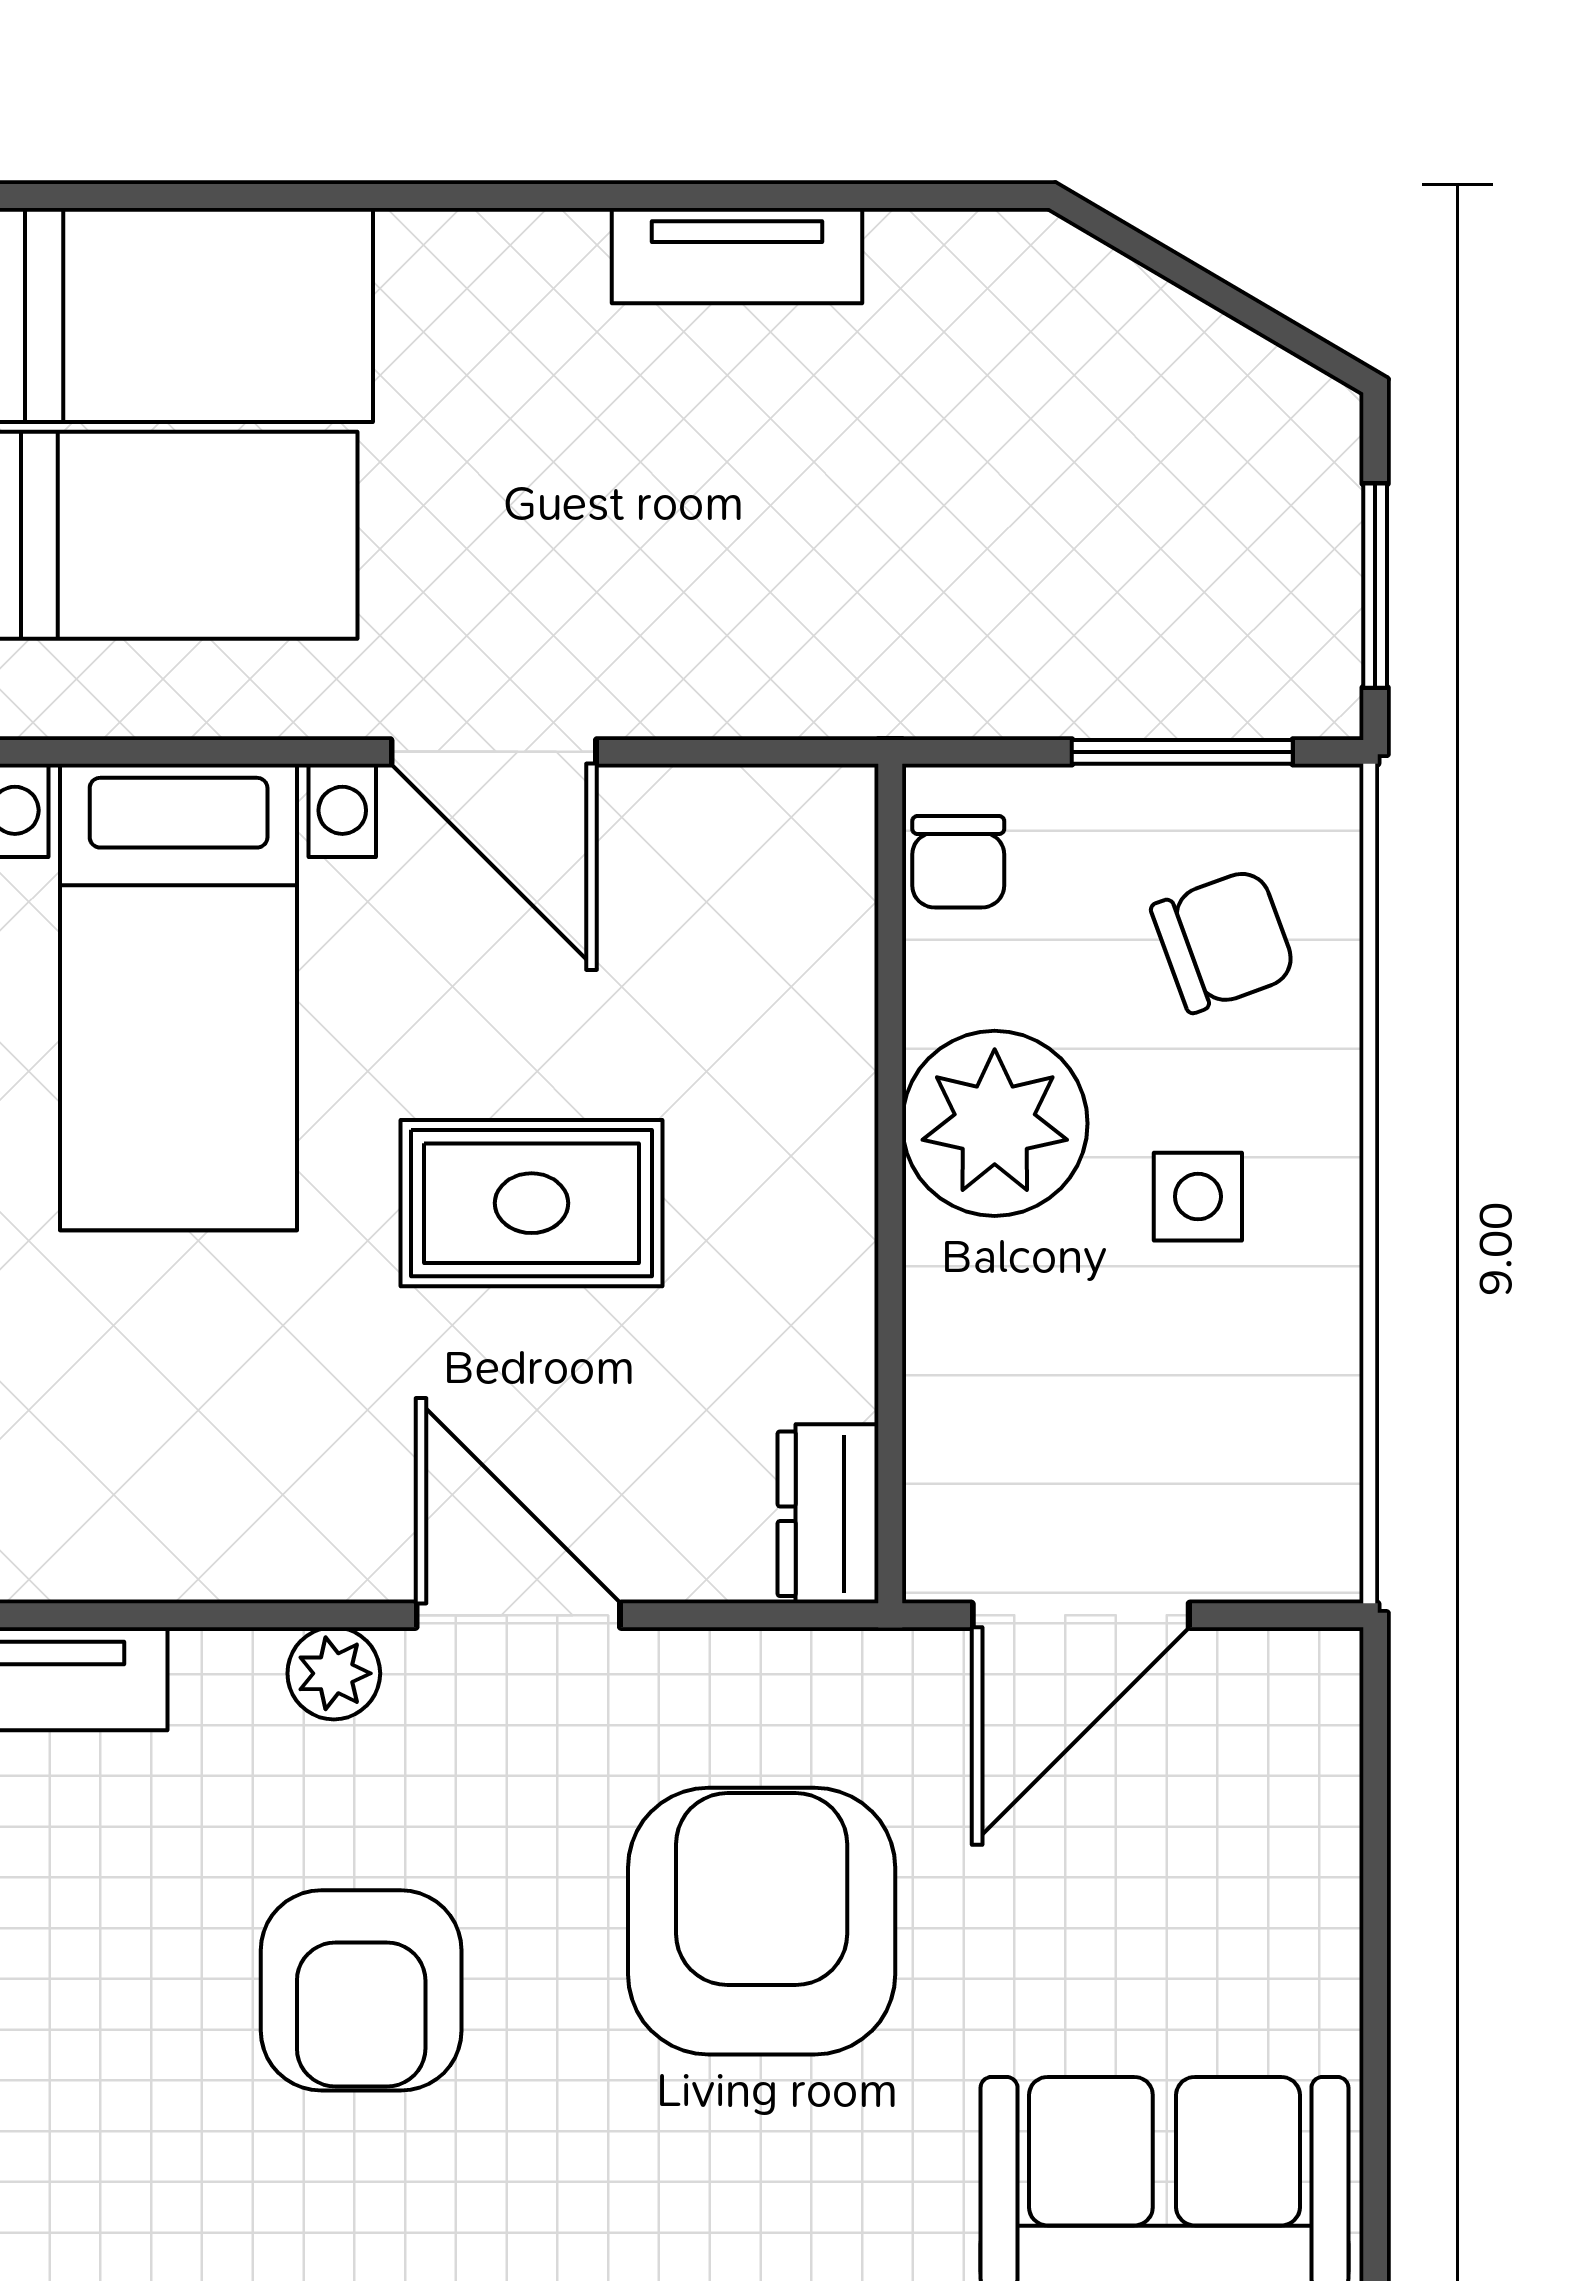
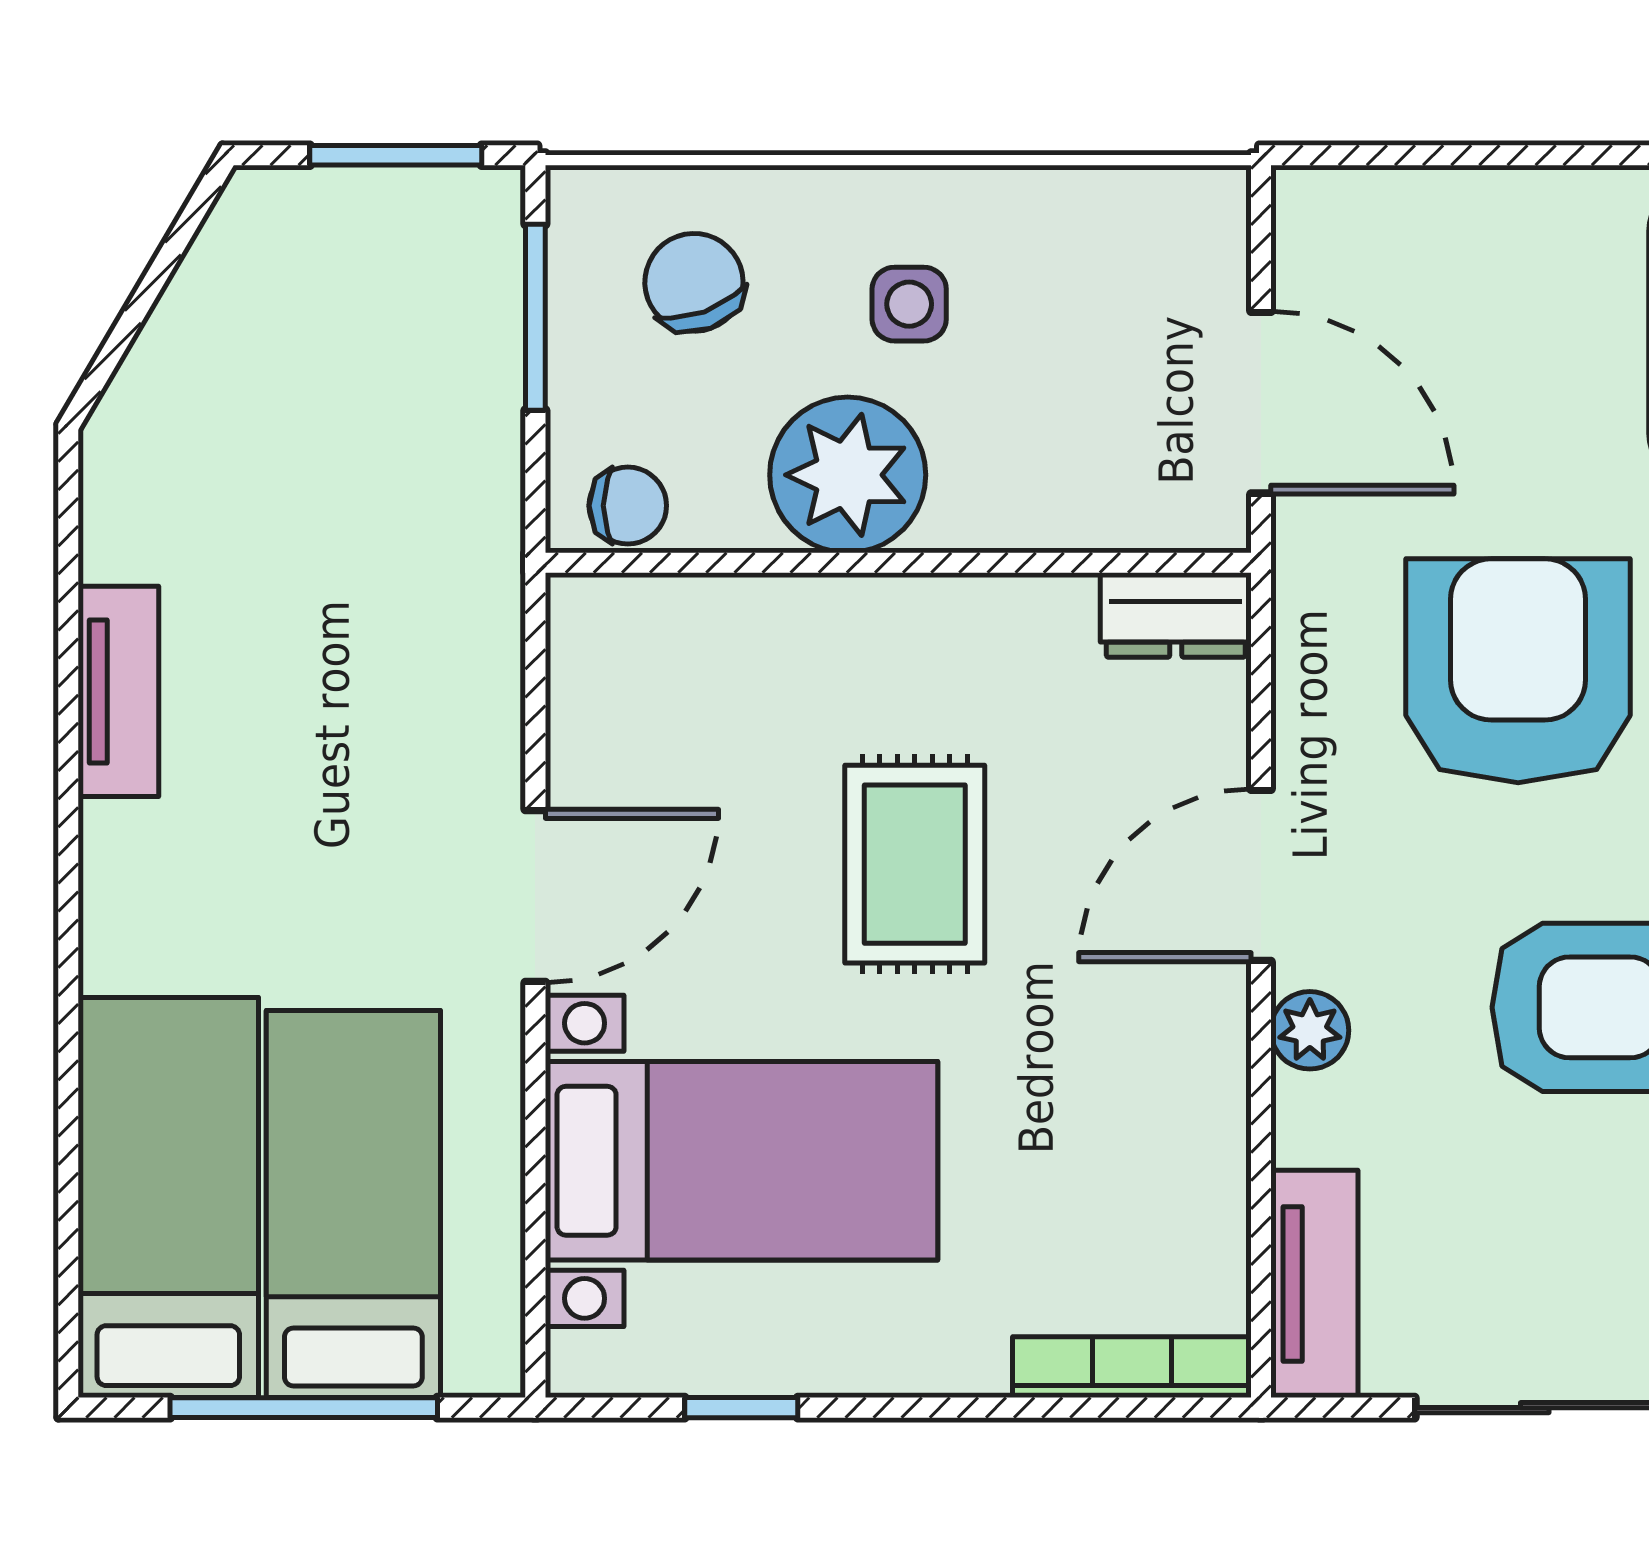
armchair: (762, 1921) -> (1518, 671), turned 90

